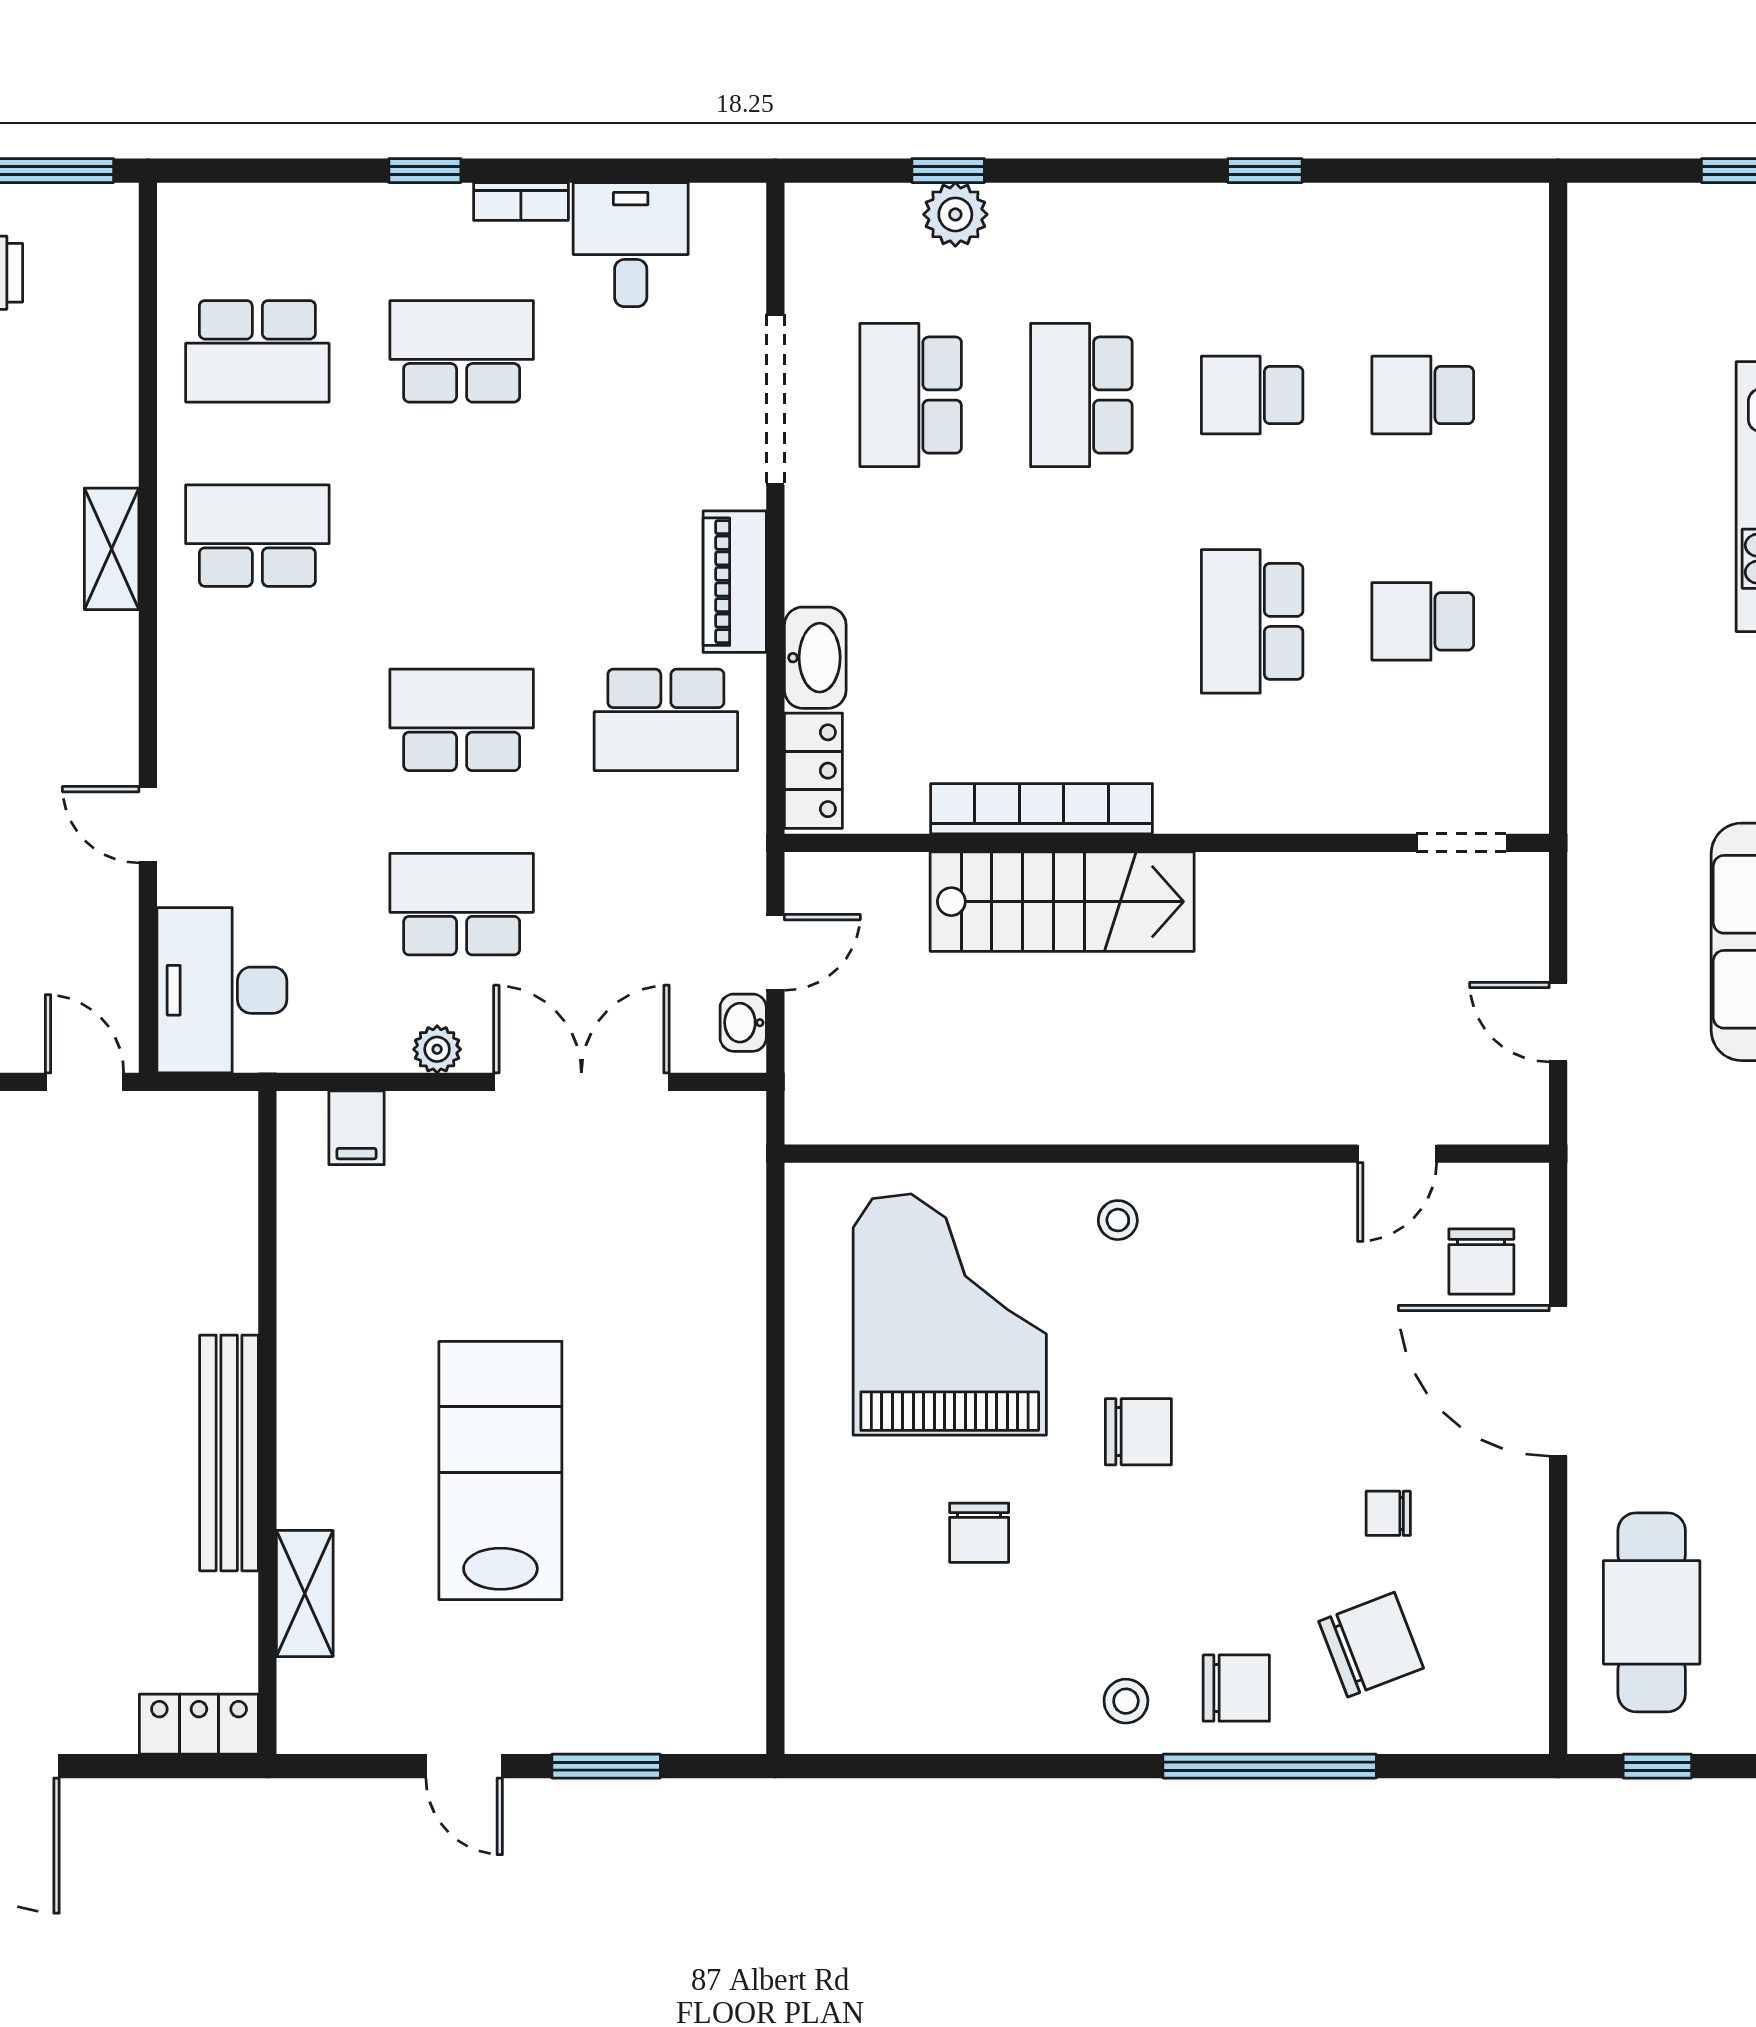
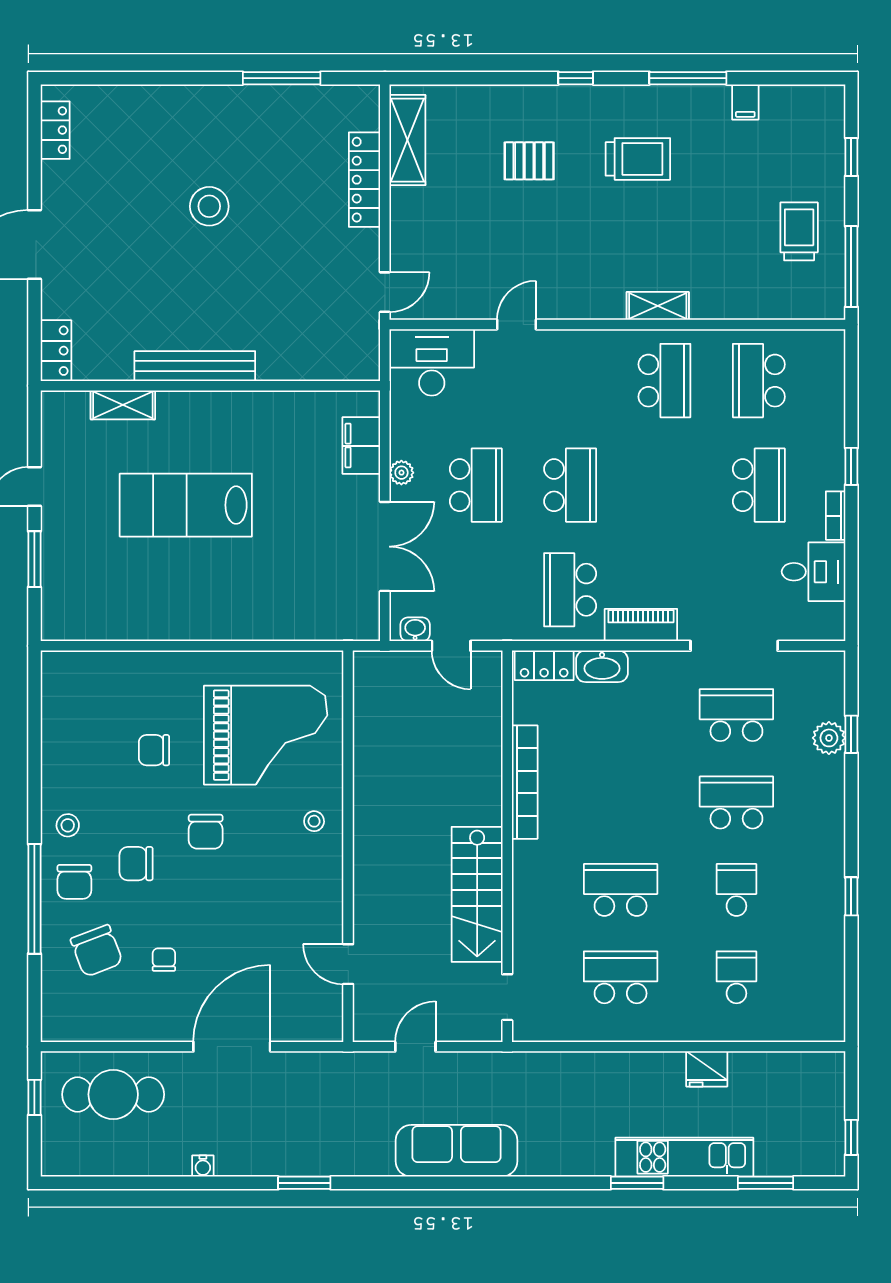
fridge: (1602, 453) -> (707, 1069), added
school desk: (1423, 621) -> (621, 977), width x1.85
stairs: (1062, 902) -> (477, 894), moved
filing cabinet: (356, 1128) -> (361, 446), width x2.00
chair: (1481, 1261) -> (136, 864), moved
lab bench: (500, 1471) -> (186, 505), turned 180

